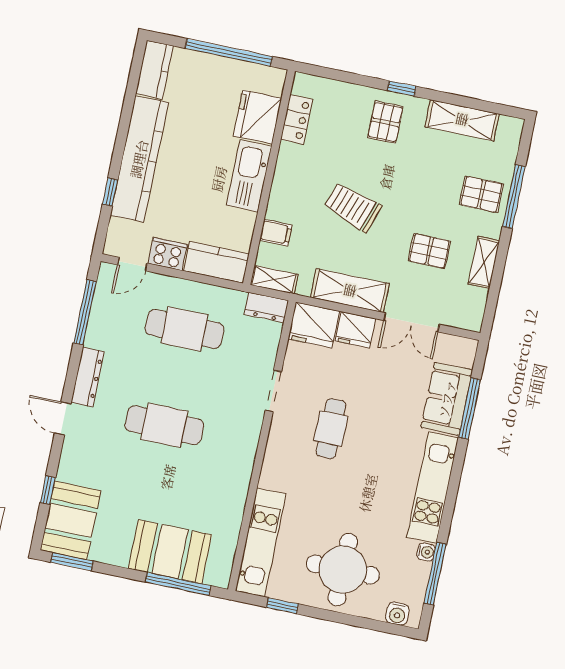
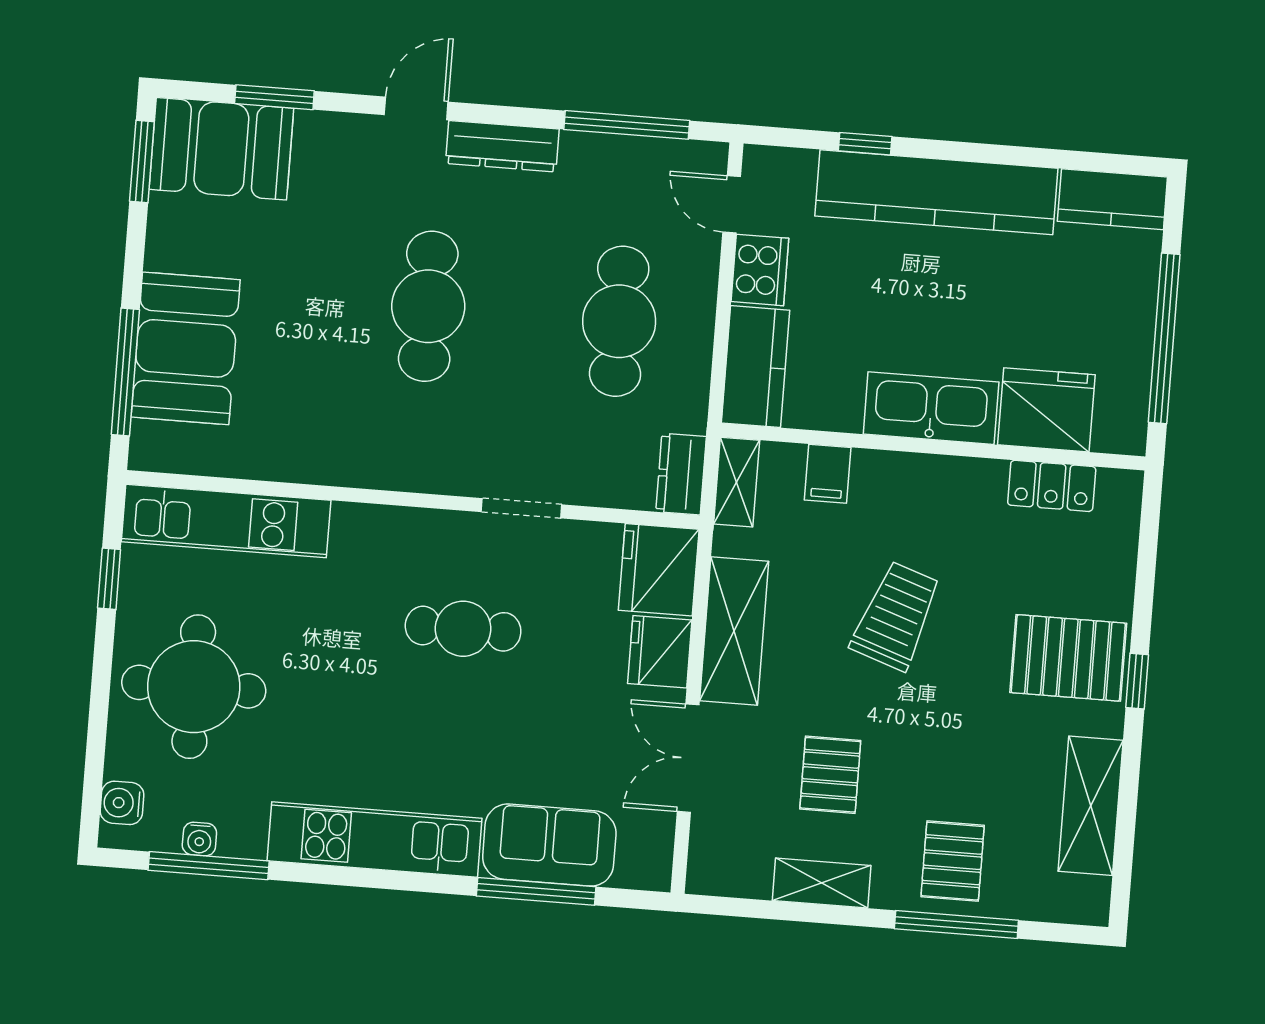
pallet: (385, 122) -> (1068, 658), width x1.50, depth x1.42
window: (48, 490) -> (274, 97), width x1.50
water cooler: (426, 552) -> (199, 839), moved

